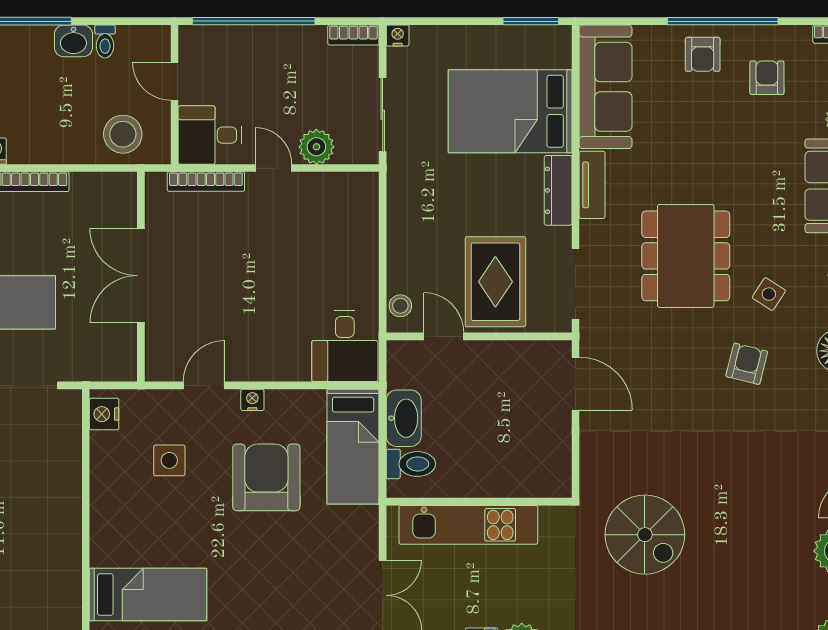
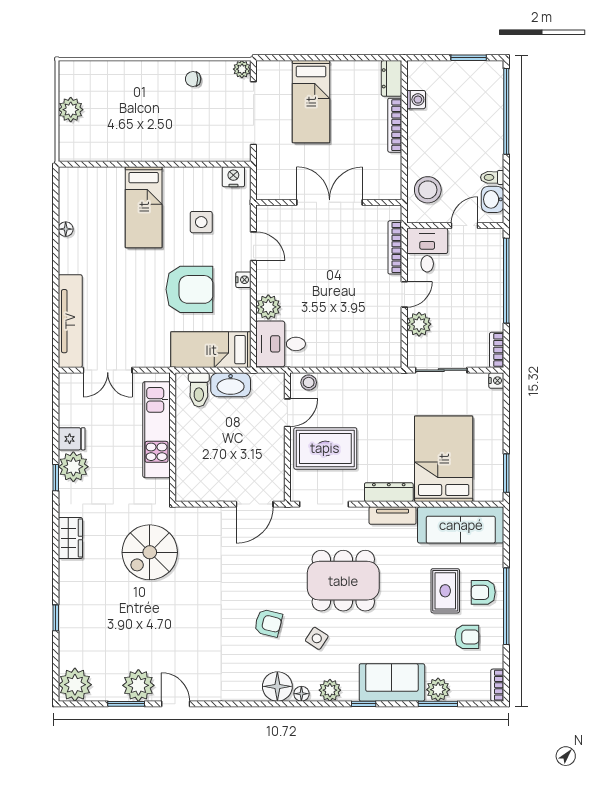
washbasin: (73, 41) -> (493, 199), moved
rug: (700, 109) -> (445, 591), added
plant: (292, 364) -> (268, 307), added
bed: (148, 595) -> (144, 207), moved

